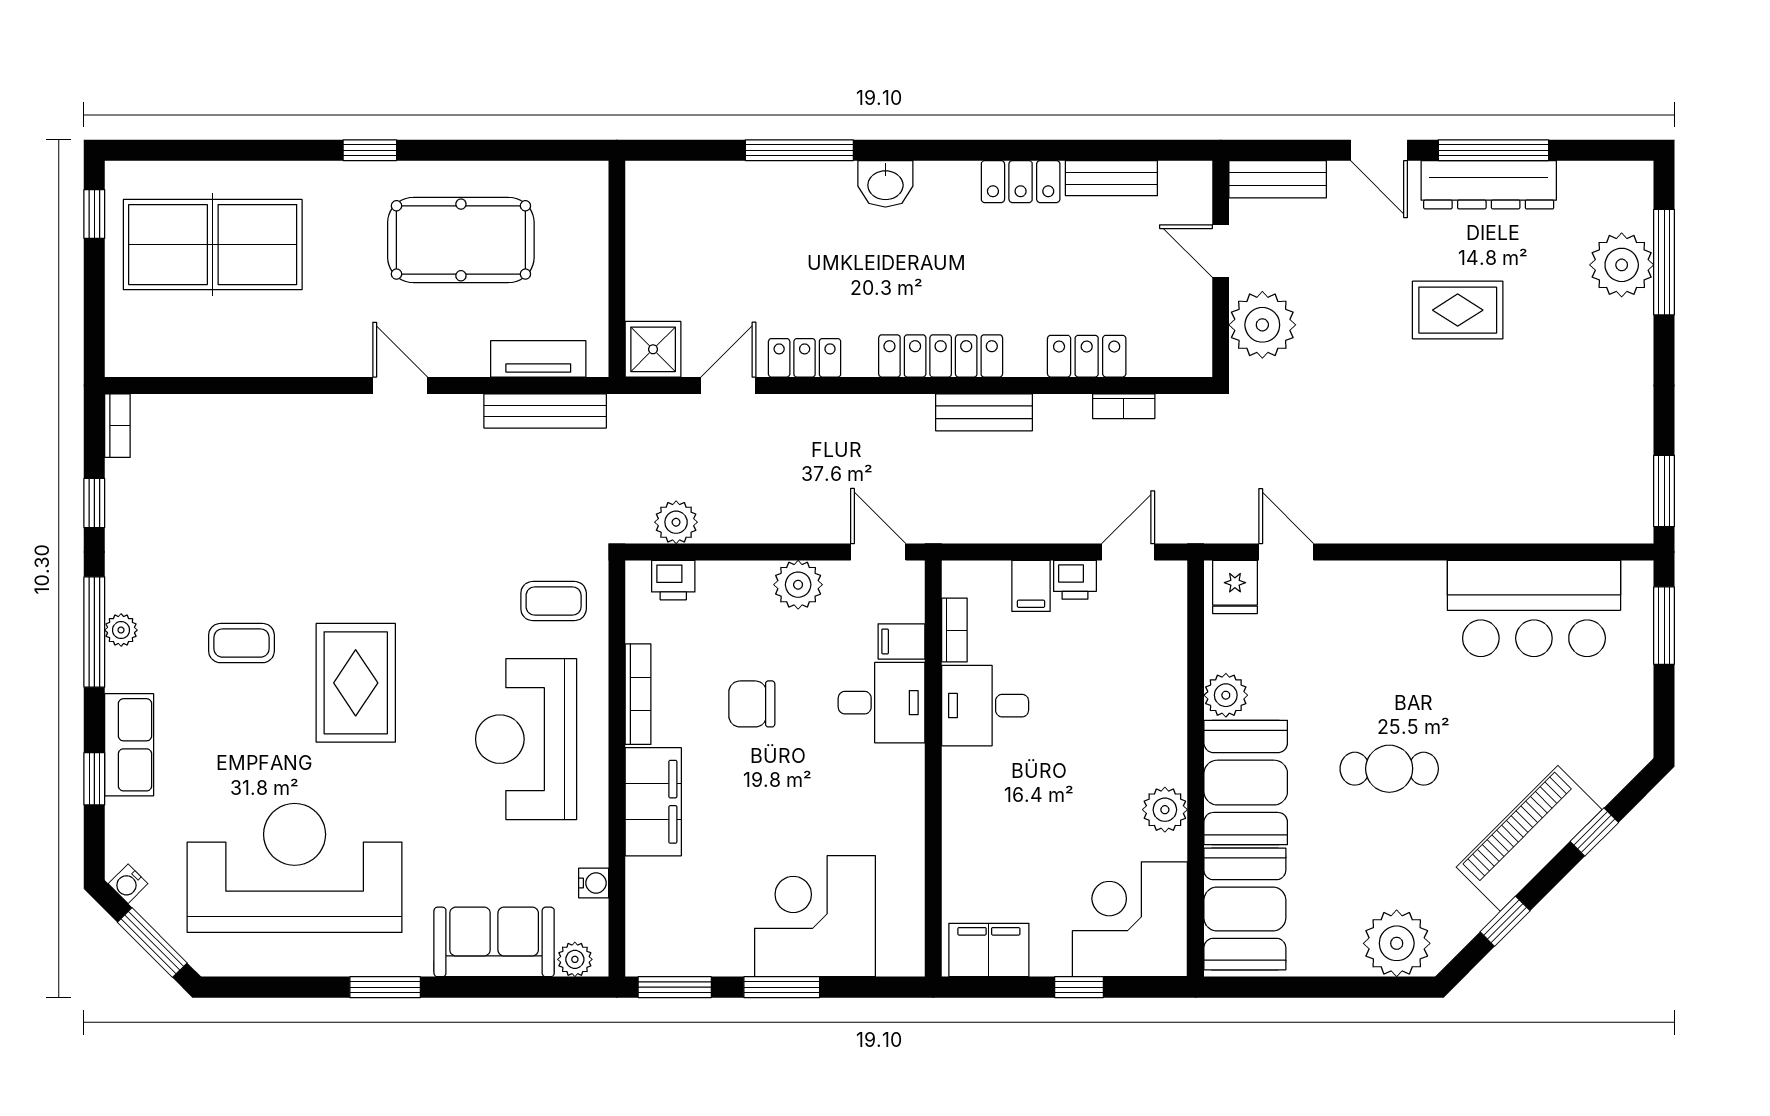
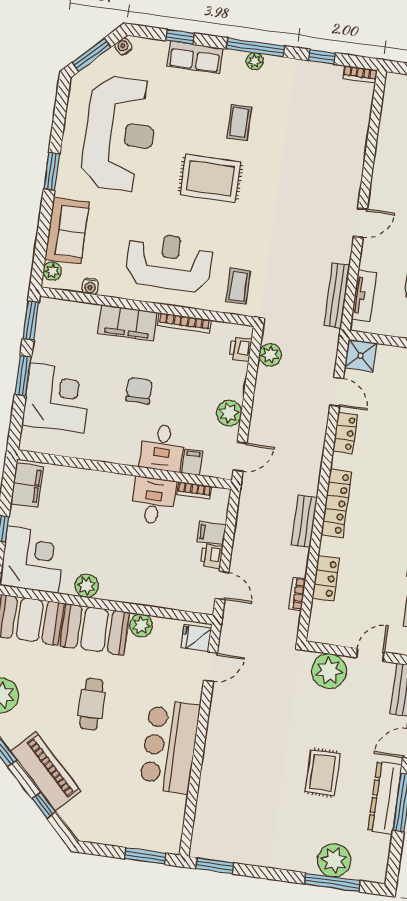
bar counter: (1534, 608) -> (170, 746), moved
chair: (752, 704) -> (139, 391), moved

